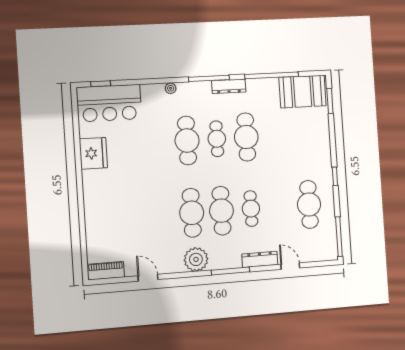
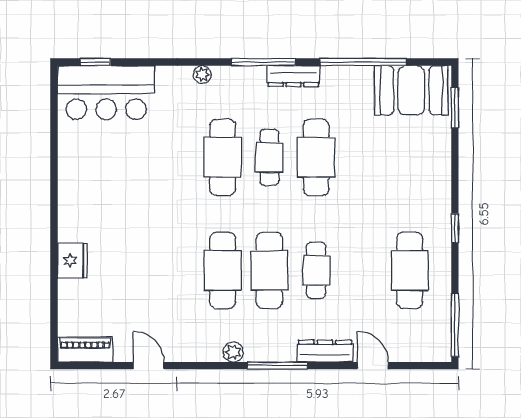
fridge: (93, 153) -> (73, 261), moved, width x0.73, depth x0.75
plant: (196, 259) -> (233, 352), width x0.53, depth x0.53

